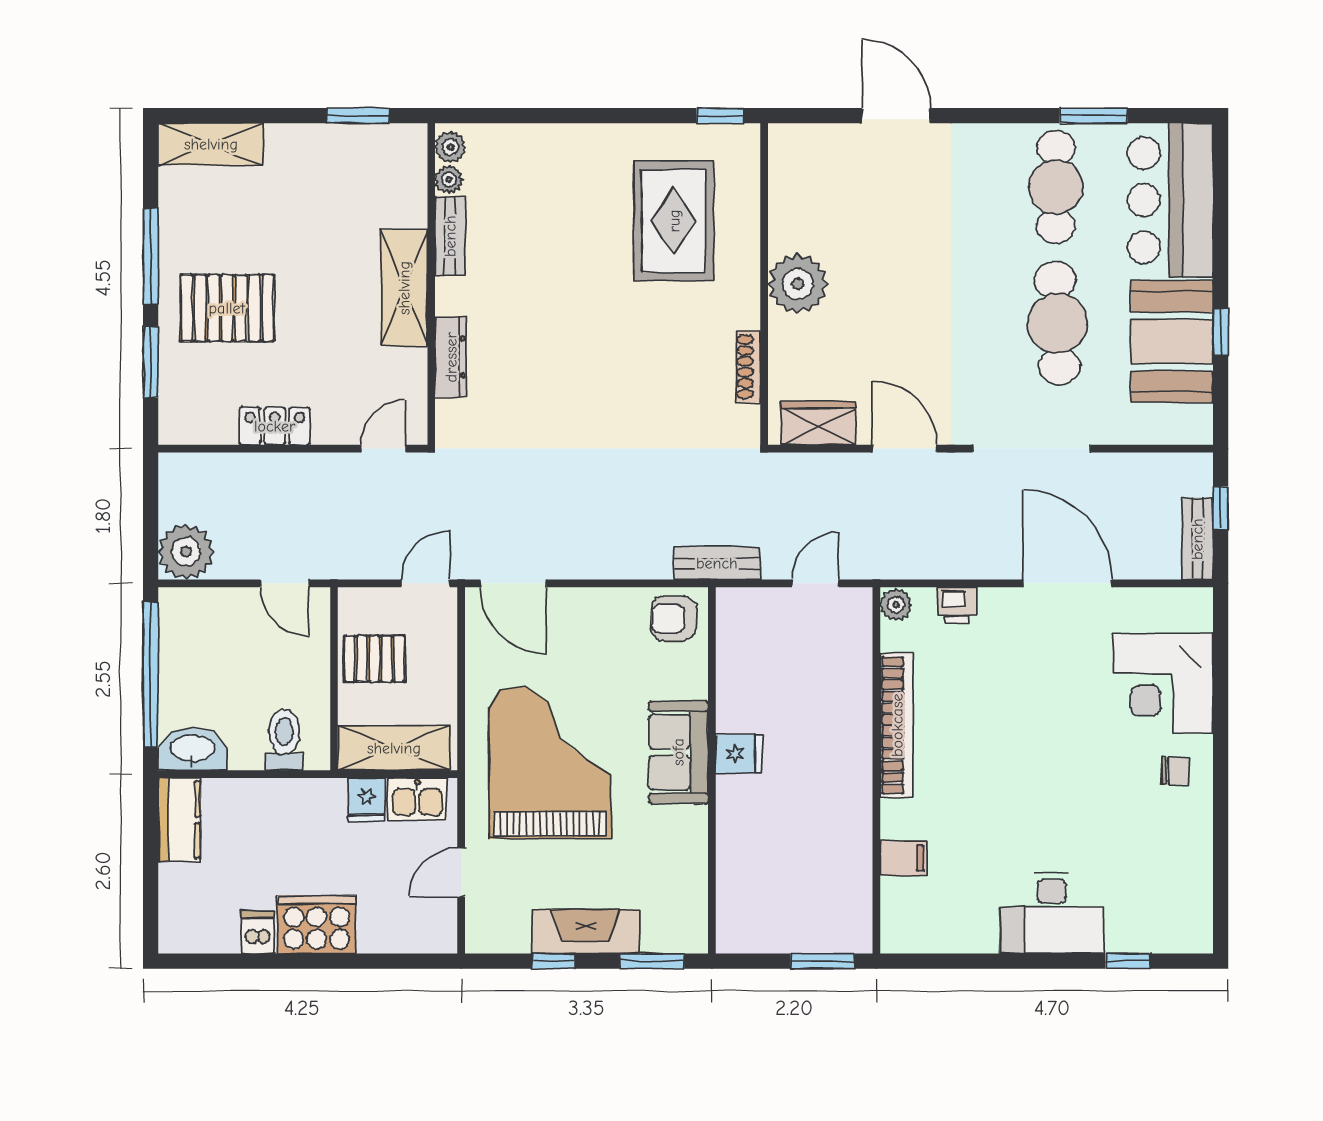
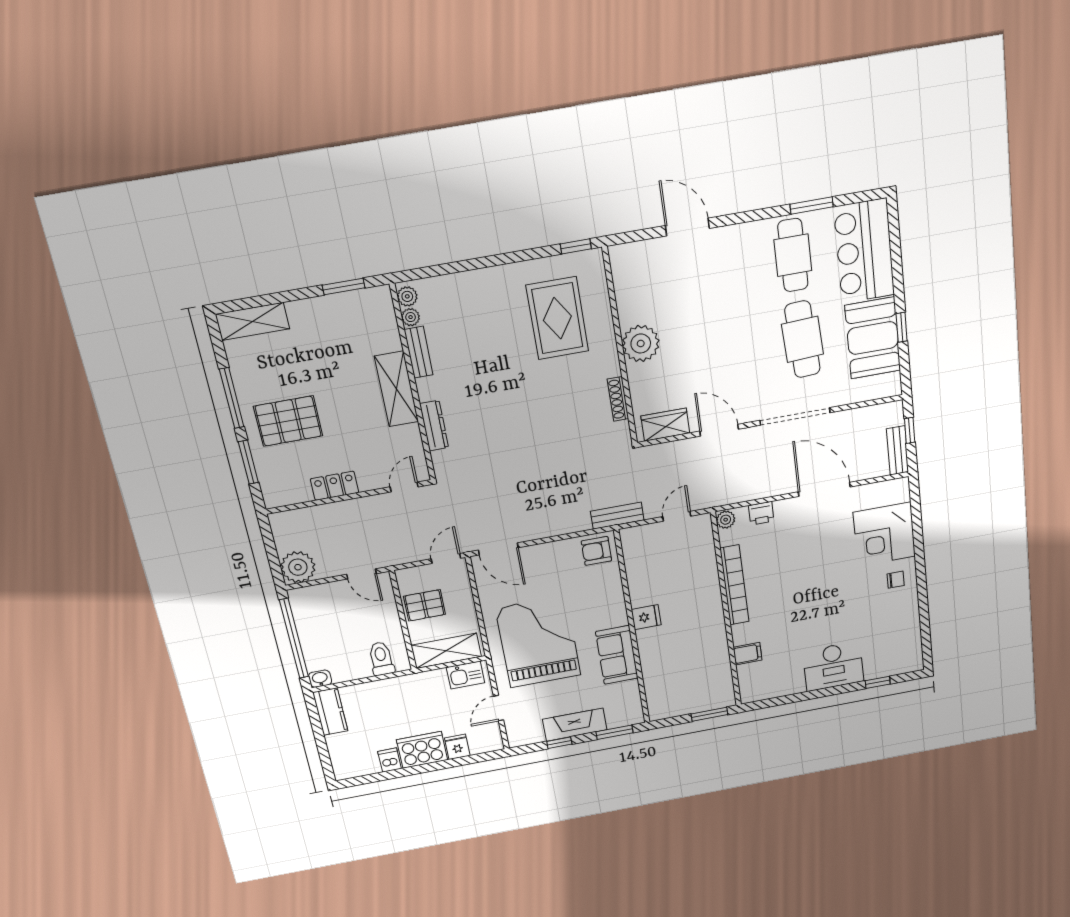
washbasin: (193, 749) -> (320, 679), width x0.52, depth x0.69
sofa: (678, 752) -> (617, 655), moved
fridge: (367, 800) -> (457, 747), moved, turned 180

